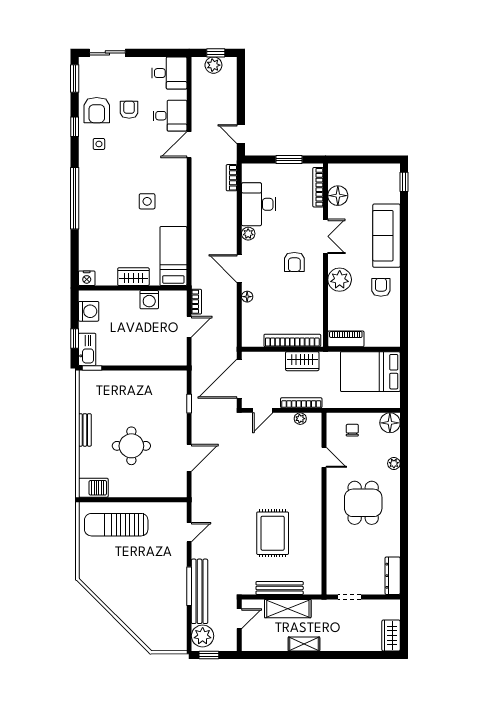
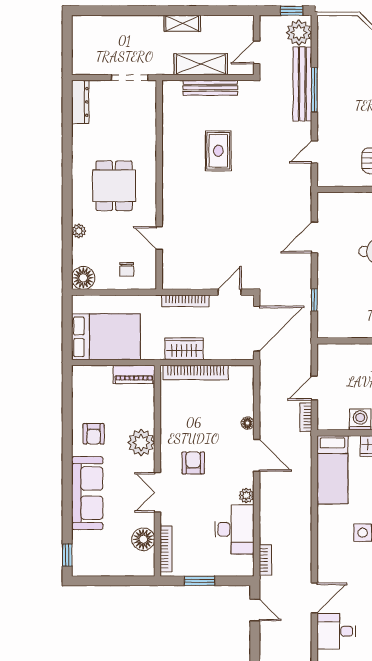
plant: (300, 419) -> (186, 283), removed
rug: (273, 533) -> (218, 151), width x0.73, depth x0.70
doorway: (350, 597) -> (130, 77), width x1.38
wardrobe: (391, 636) -> (82, 33), removed

